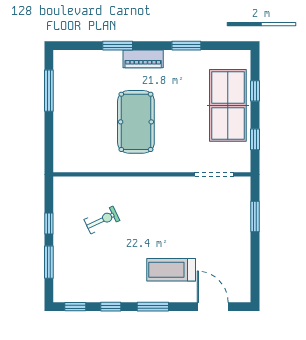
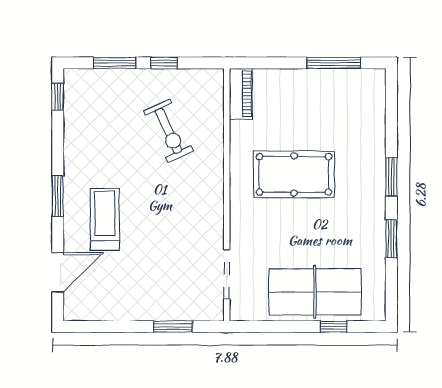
window: (118, 46) -> (391, 177), moved
piano: (143, 59) -> (241, 94), moved, turned 180
window: (255, 139) -> (272, 327), removed
exercise bike: (102, 220) -> (168, 131), width x1.38, depth x1.39
window: (111, 307) -> (58, 142), removed

